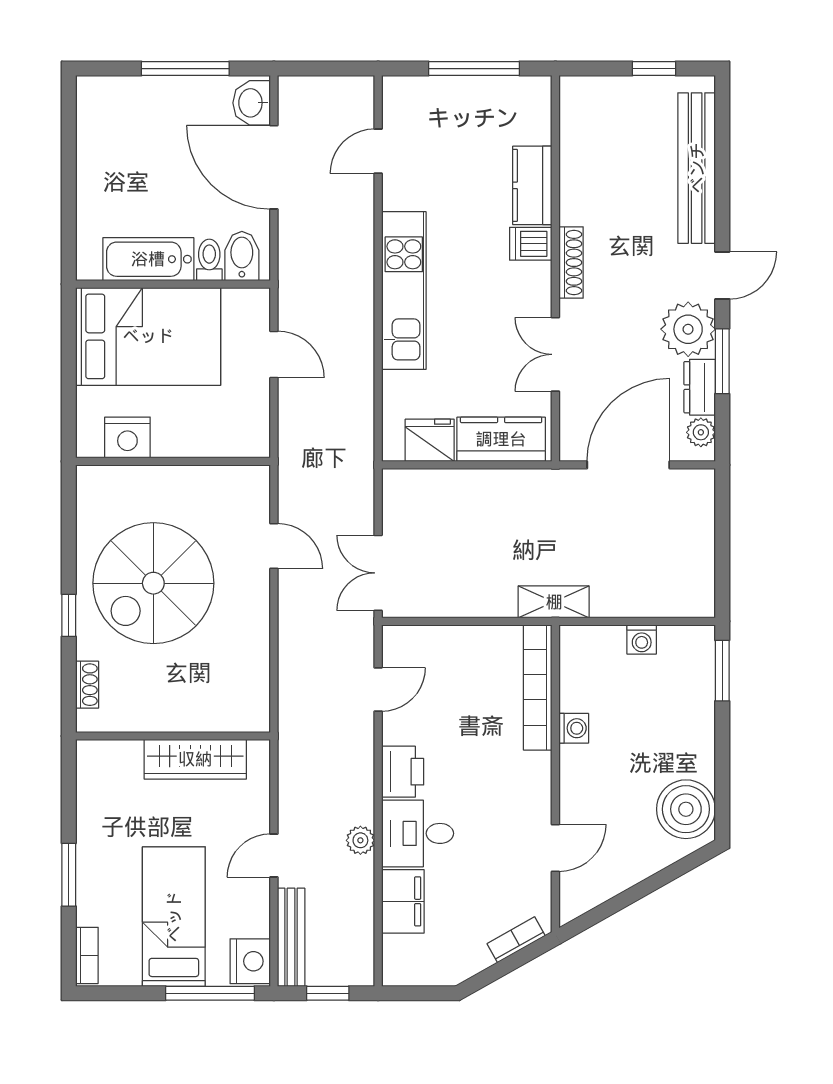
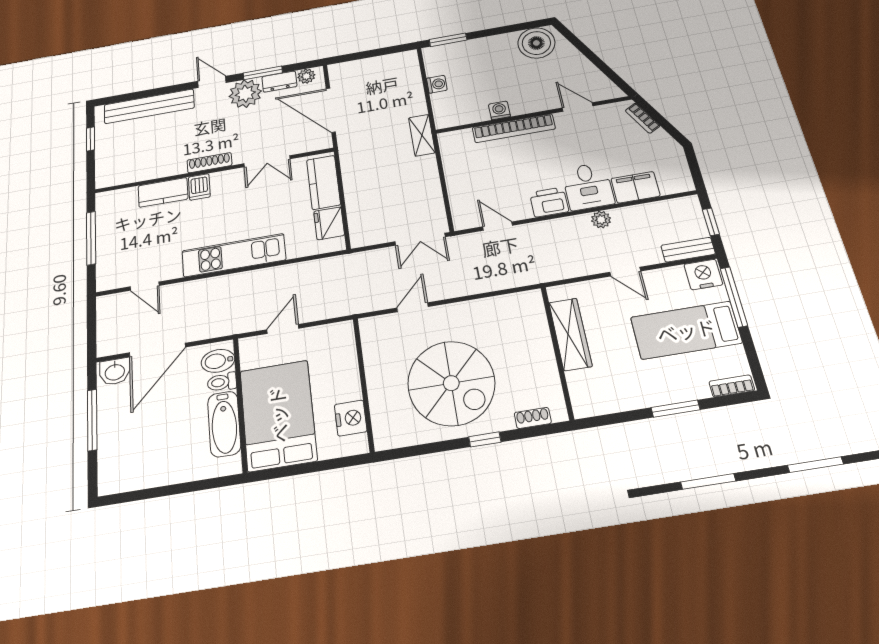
bookcase: (538, 687) -> (514, 128), moved
bench: (291, 937) -> (688, 250), width x0.73

